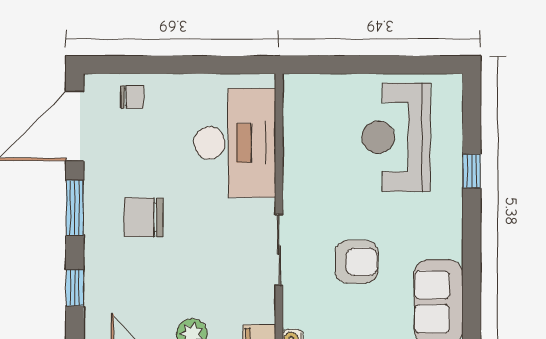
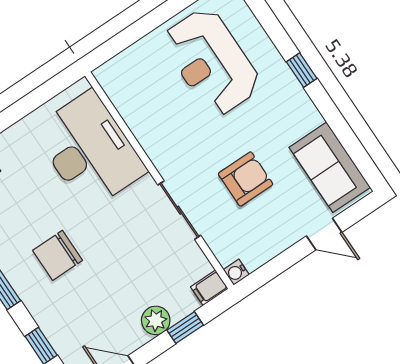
window: (472, 171) -> (302, 70), moved

